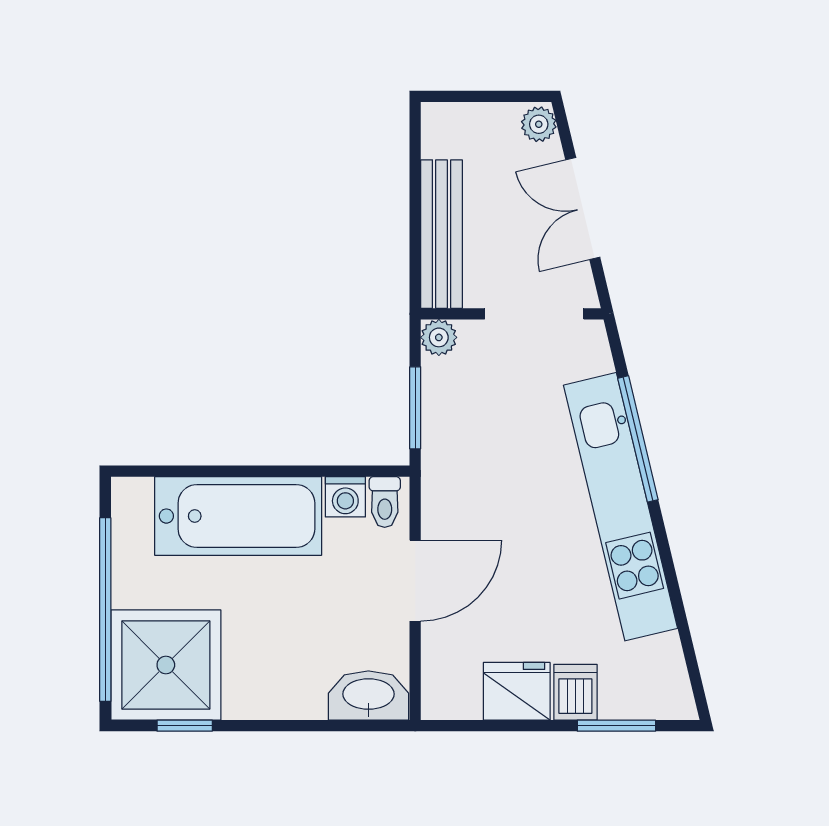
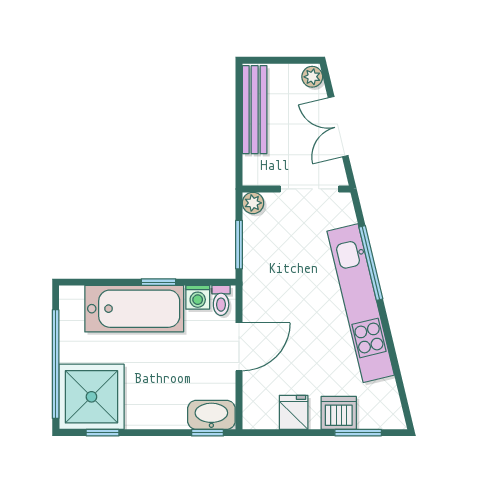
bench: (442, 234) -> (255, 110), moved
window: (279, 471) -> (159, 282), added
fridge: (517, 691) -> (294, 412), width x0.72
dishwasher: (575, 692) -> (339, 413), width x1.38
window: (362, 726) -> (208, 433), added

